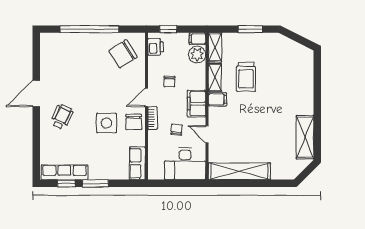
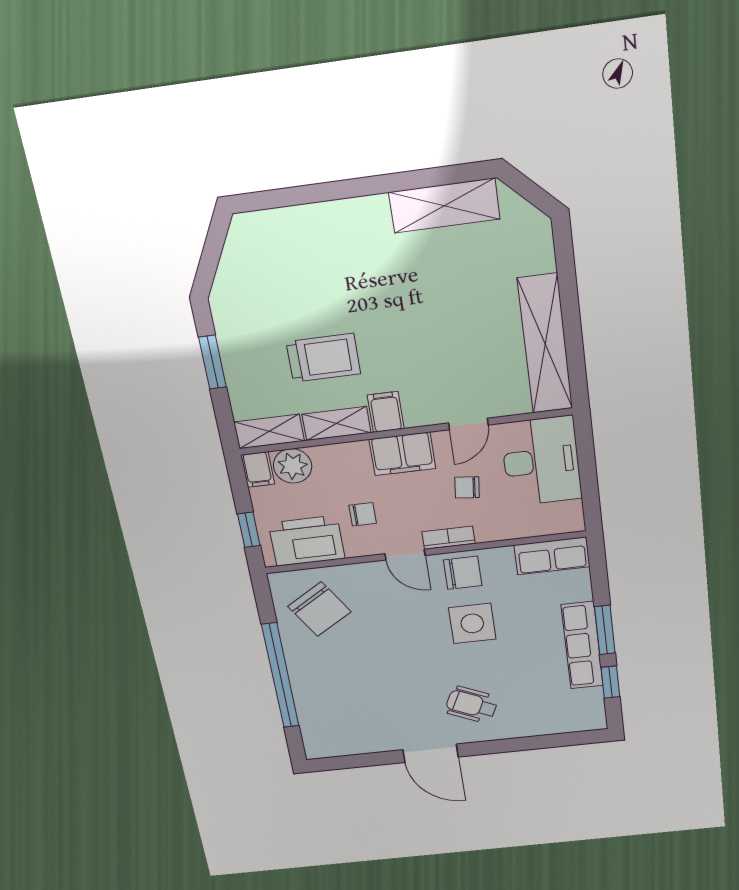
printer: (156, 47) -> (307, 541), width x1.87, depth x1.48
row of seats: (65, 172) -> (582, 645), moved

